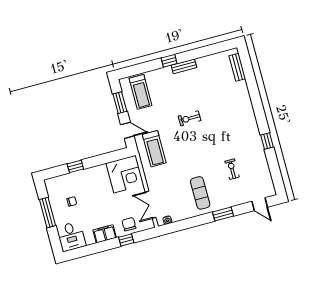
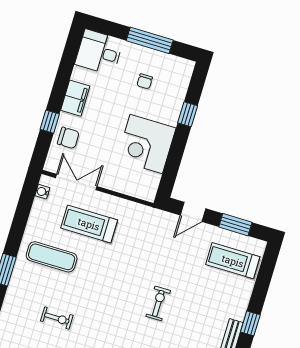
treadmill: (154, 149) -> (89, 224), moved
corner desk: (125, 174) -> (146, 144), moved

